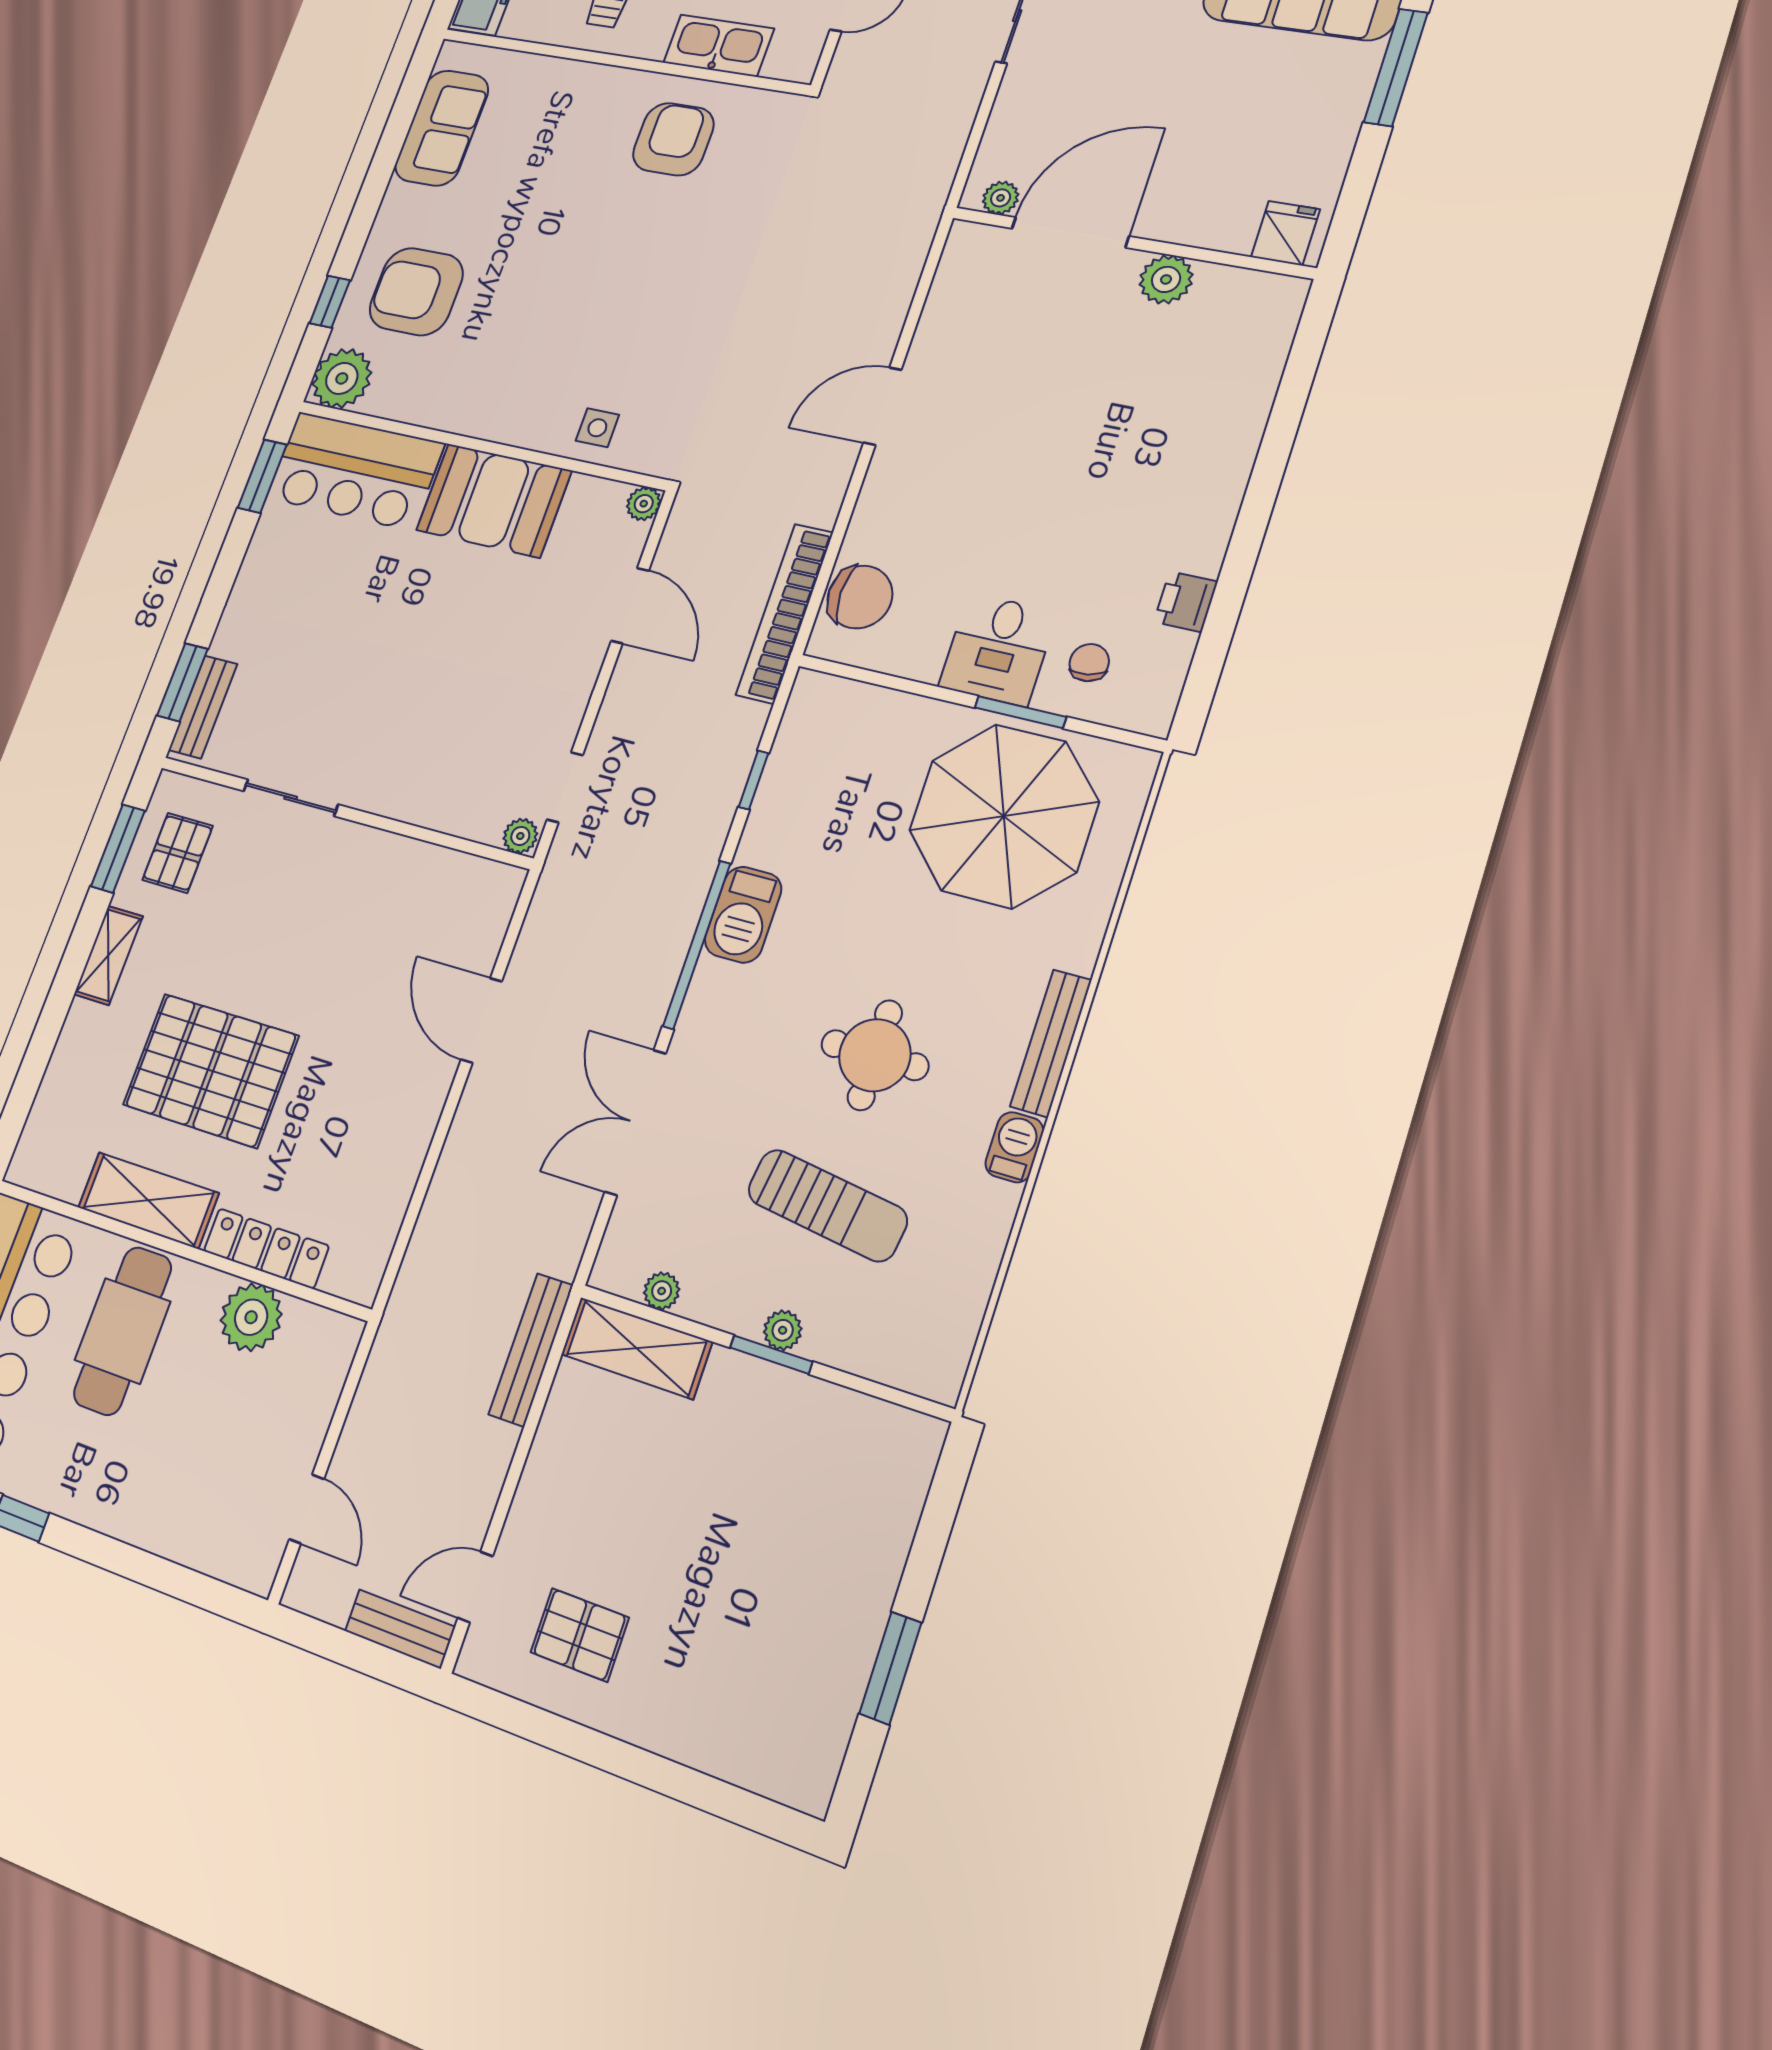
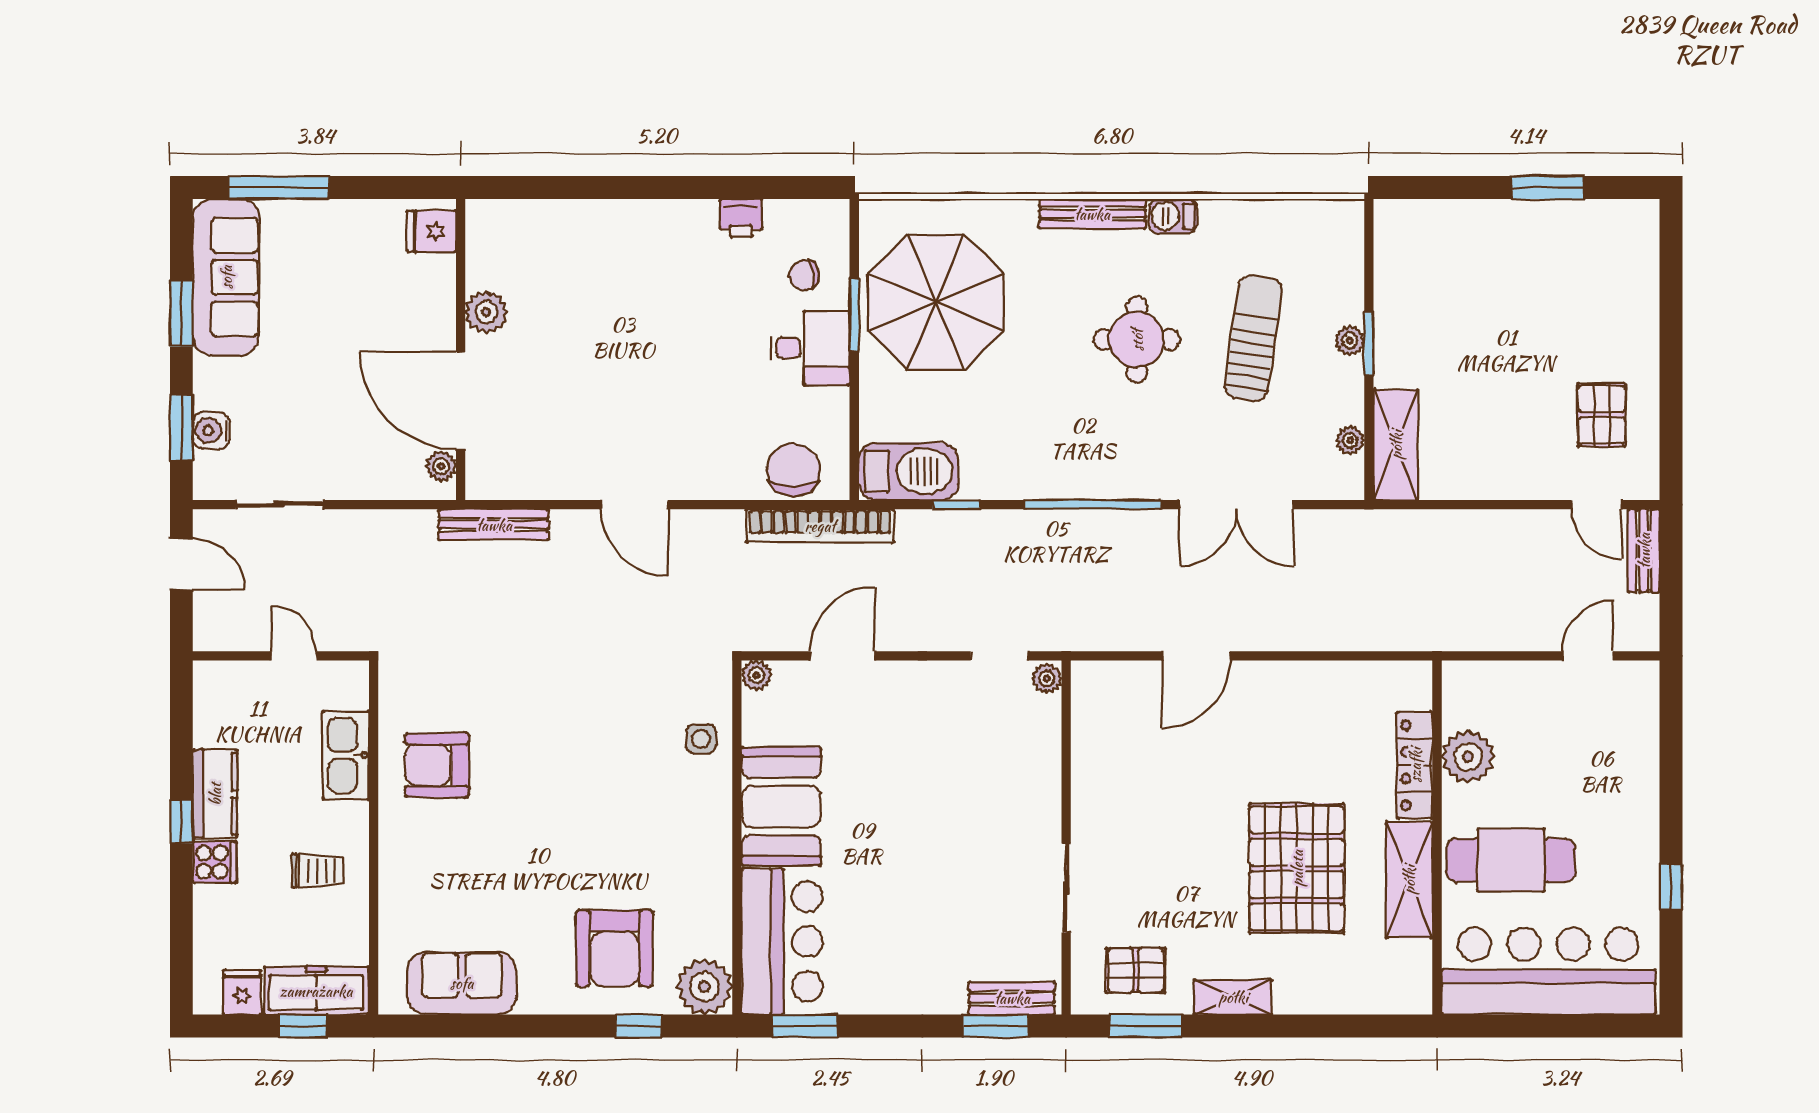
barbecue: (743, 915) -> (909, 471), moved, width x1.37, depth x1.21
bench: (531, 1350) -> (494, 525), moved

